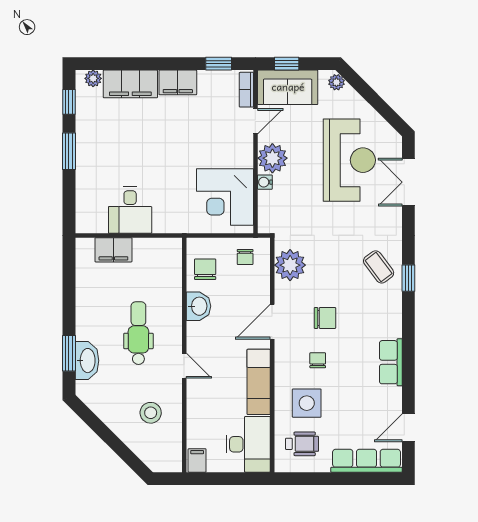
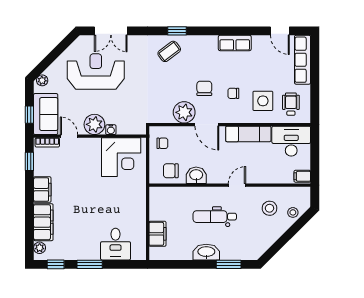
desk: (130, 210) -> (116, 244), moved, turned 90
plant: (290, 265) -> (184, 112), moved
washbasin: (87, 361) -> (206, 252), moved
stool: (144, 447) -> (293, 212), added

